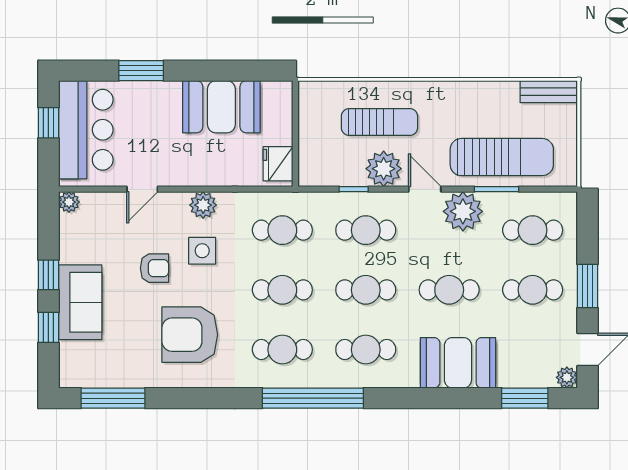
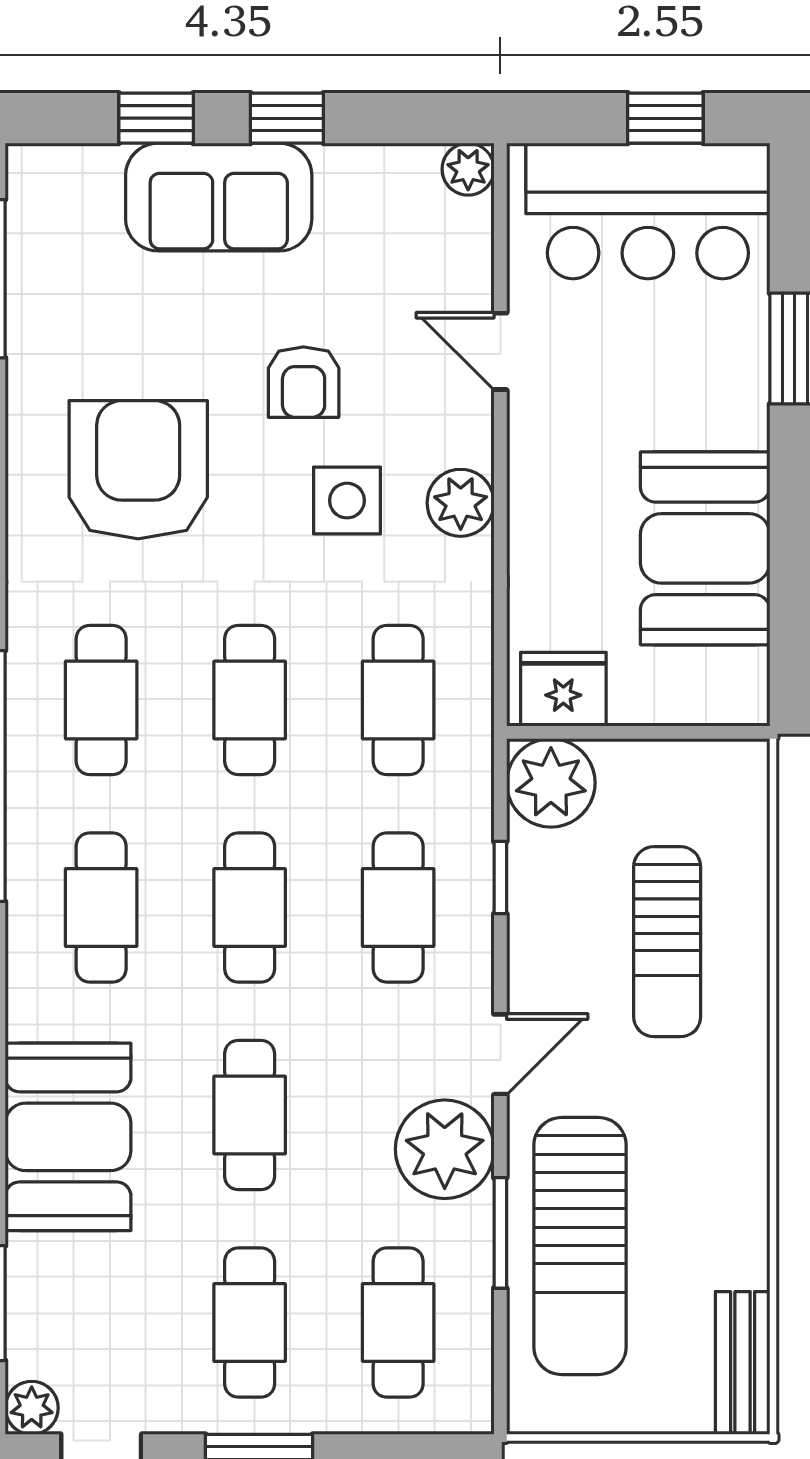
plant: (384, 169) -> (551, 783), moved

